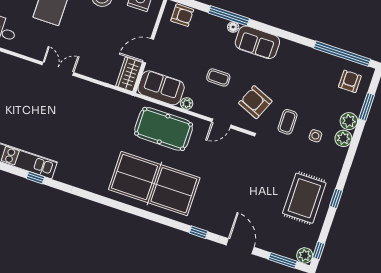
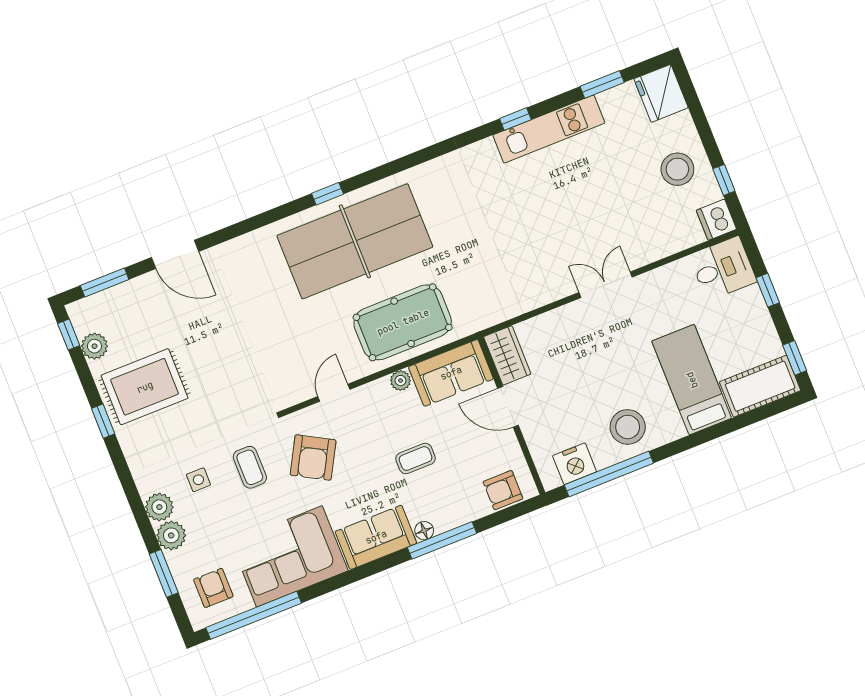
door: (148, 51) -> (508, 407), swing flipped
corner sofa: (304, 67) -> (289, 556), added
double door: (58, 69) -> (606, 285), swing flipped
coffee table: (218, 77) -> (416, 459), moved
armchair: (350, 81) -> (213, 588), turned 180
armchair: (255, 102) -> (313, 458), turned 96
rug: (304, 198) -> (145, 387), turned 90
window: (198, 232) -> (327, 194), moved
plant: (305, 255) -> (94, 346), moved

